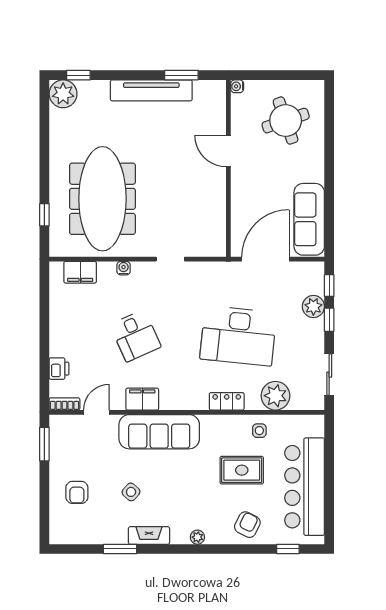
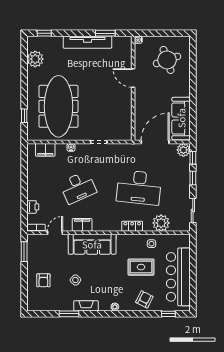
plant: (63, 94) -> (35, 59), moved
plant: (313, 307) -> (183, 150), moved
desk: (135, 336) -> (78, 187), width x1.37

